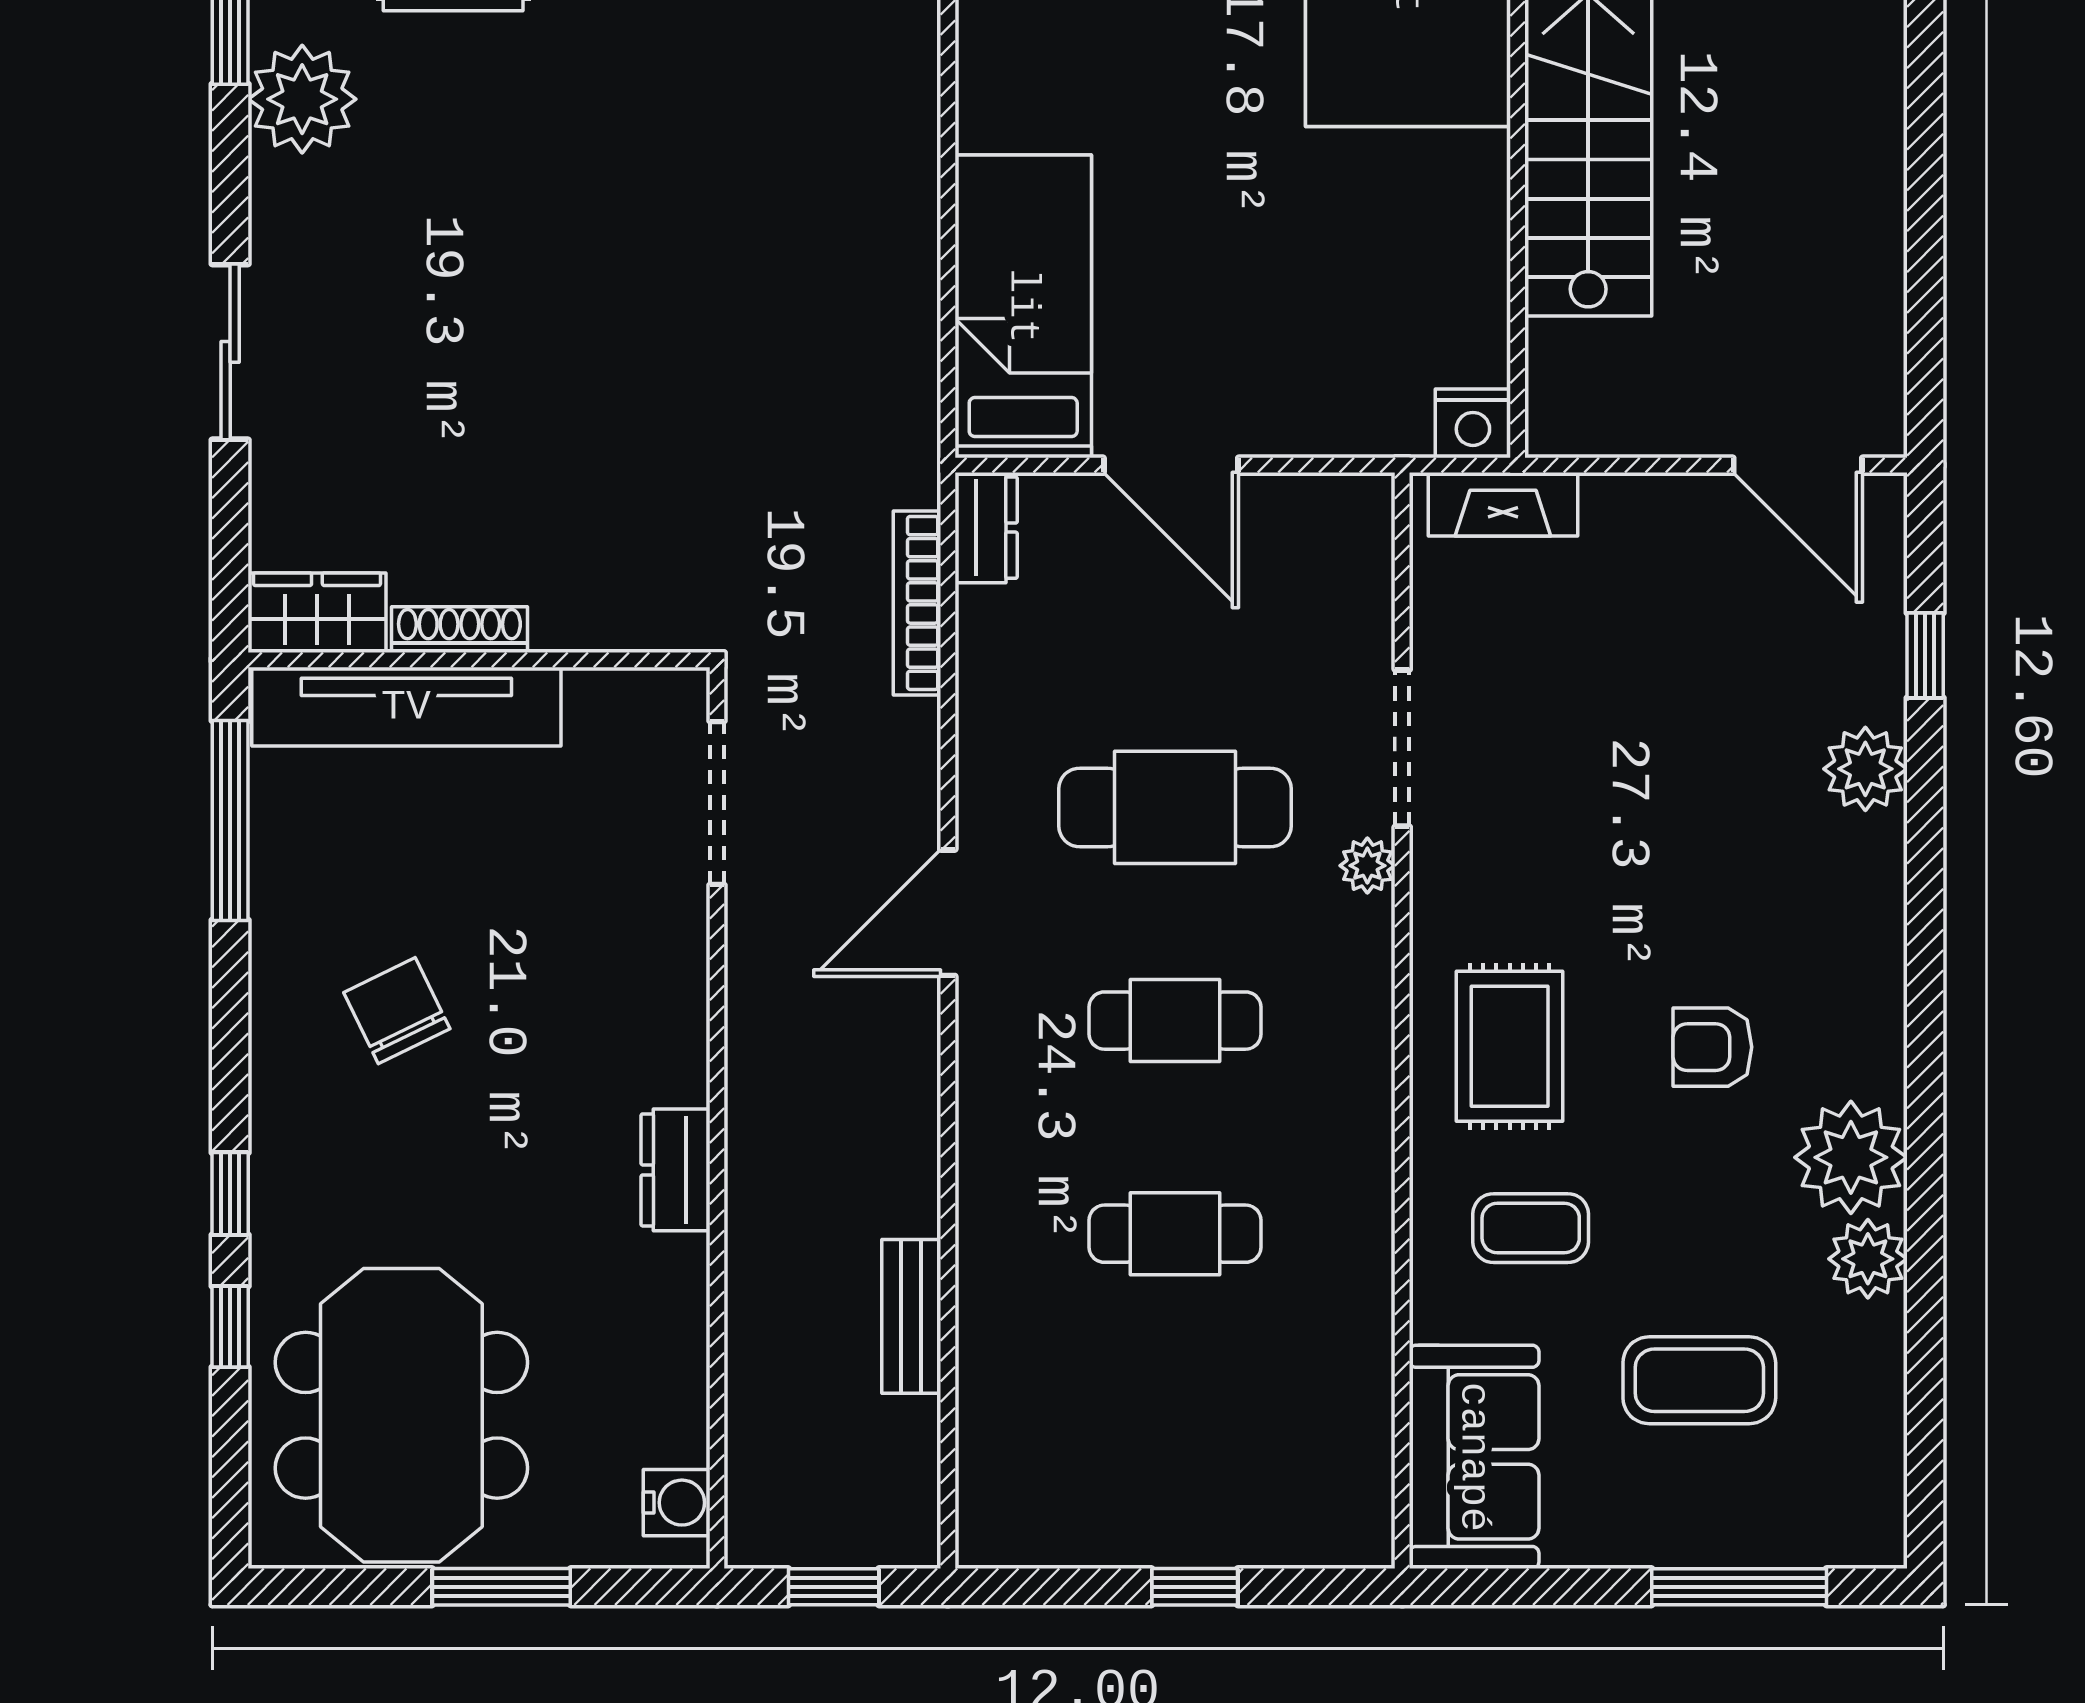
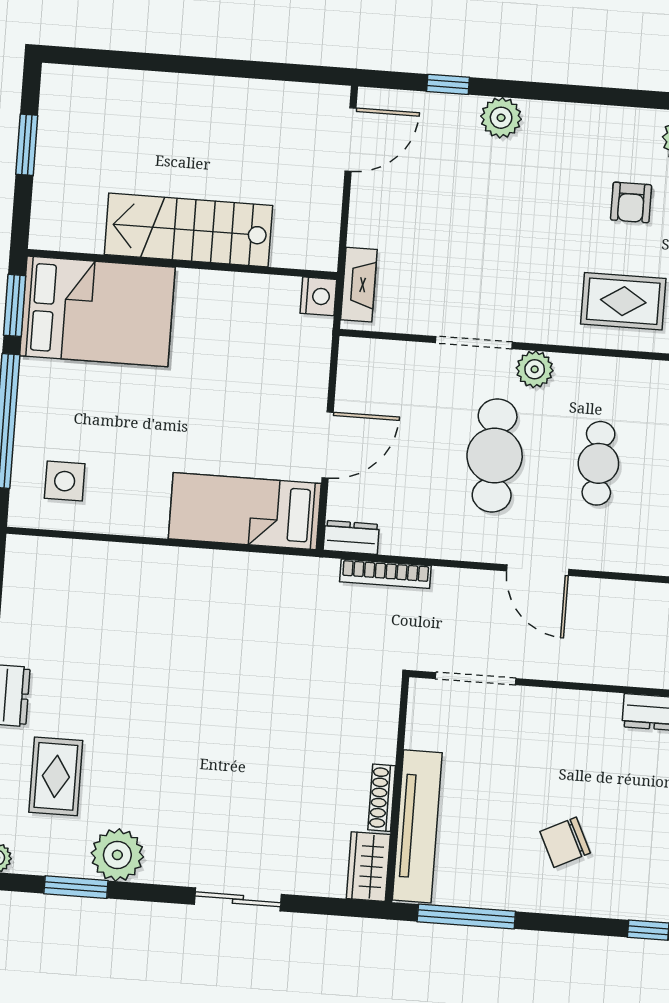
plant: (1367, 866) -> (535, 369), width x1.38, depth x1.38

